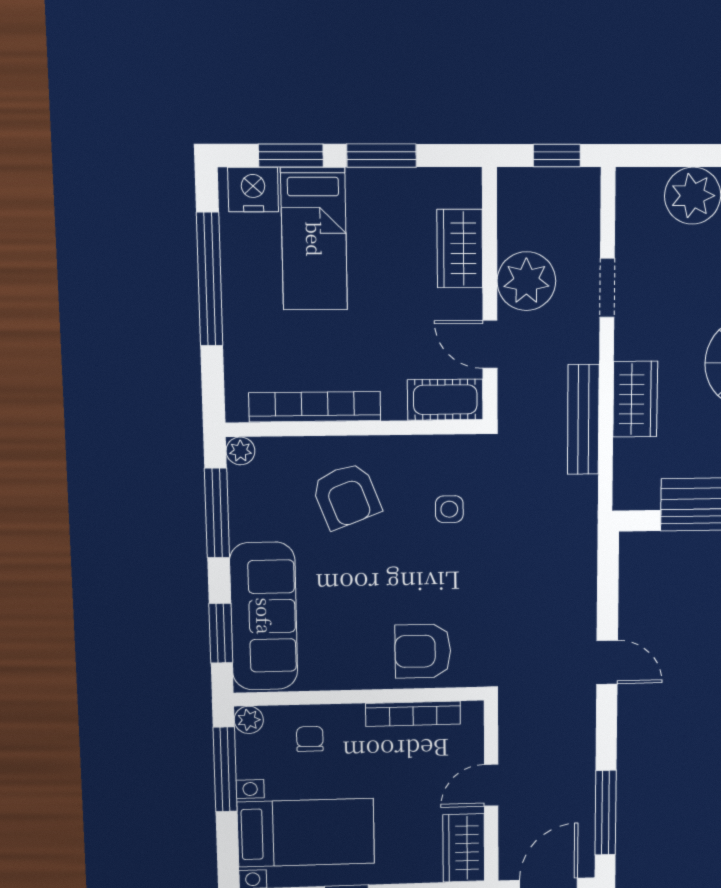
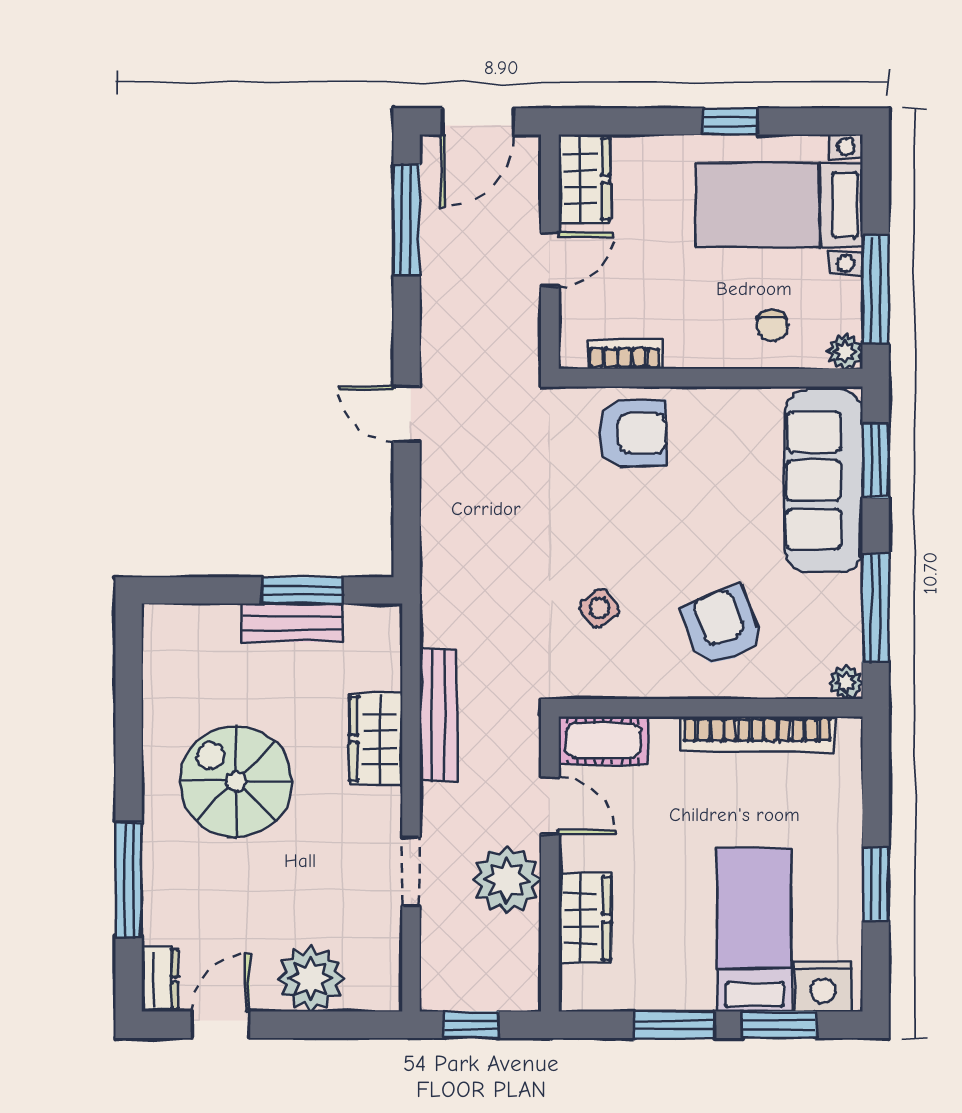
window: (210, 279) -> (876, 884), width x0.47
side table: (449, 509) -> (599, 608), turned -38
bookcase: (413, 714) -> (625, 354), width x0.64

